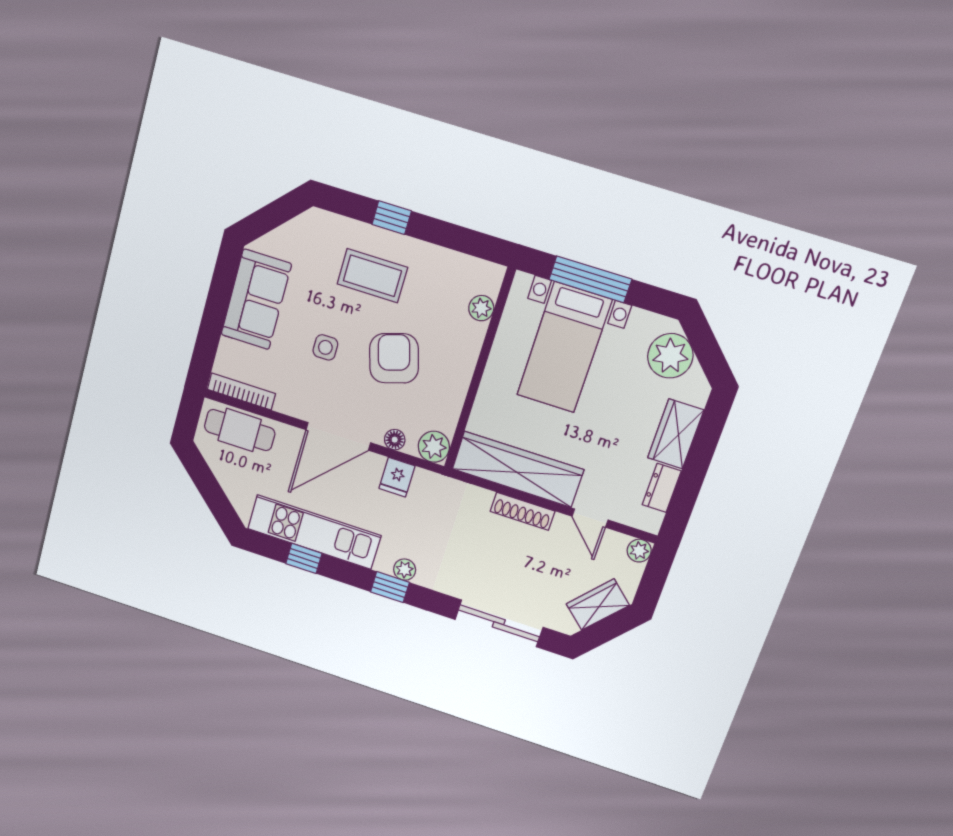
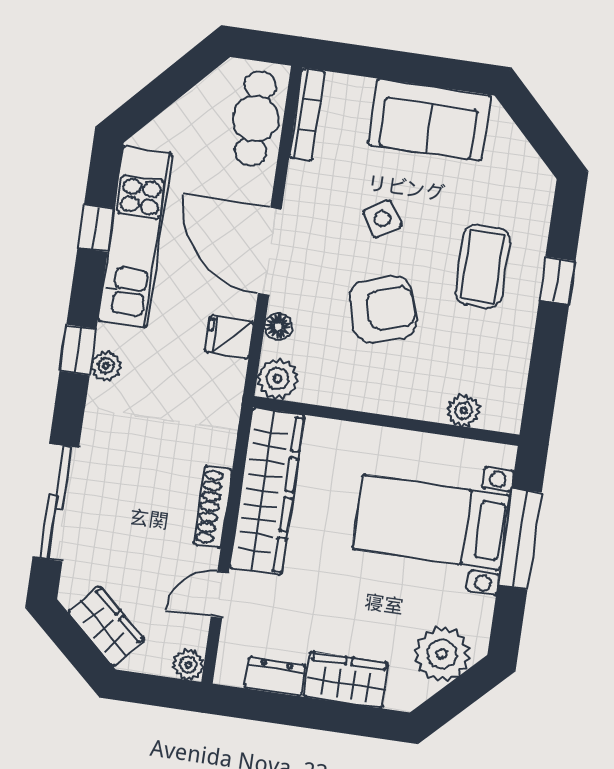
side table: (325, 347) -> (383, 219), turned -33

